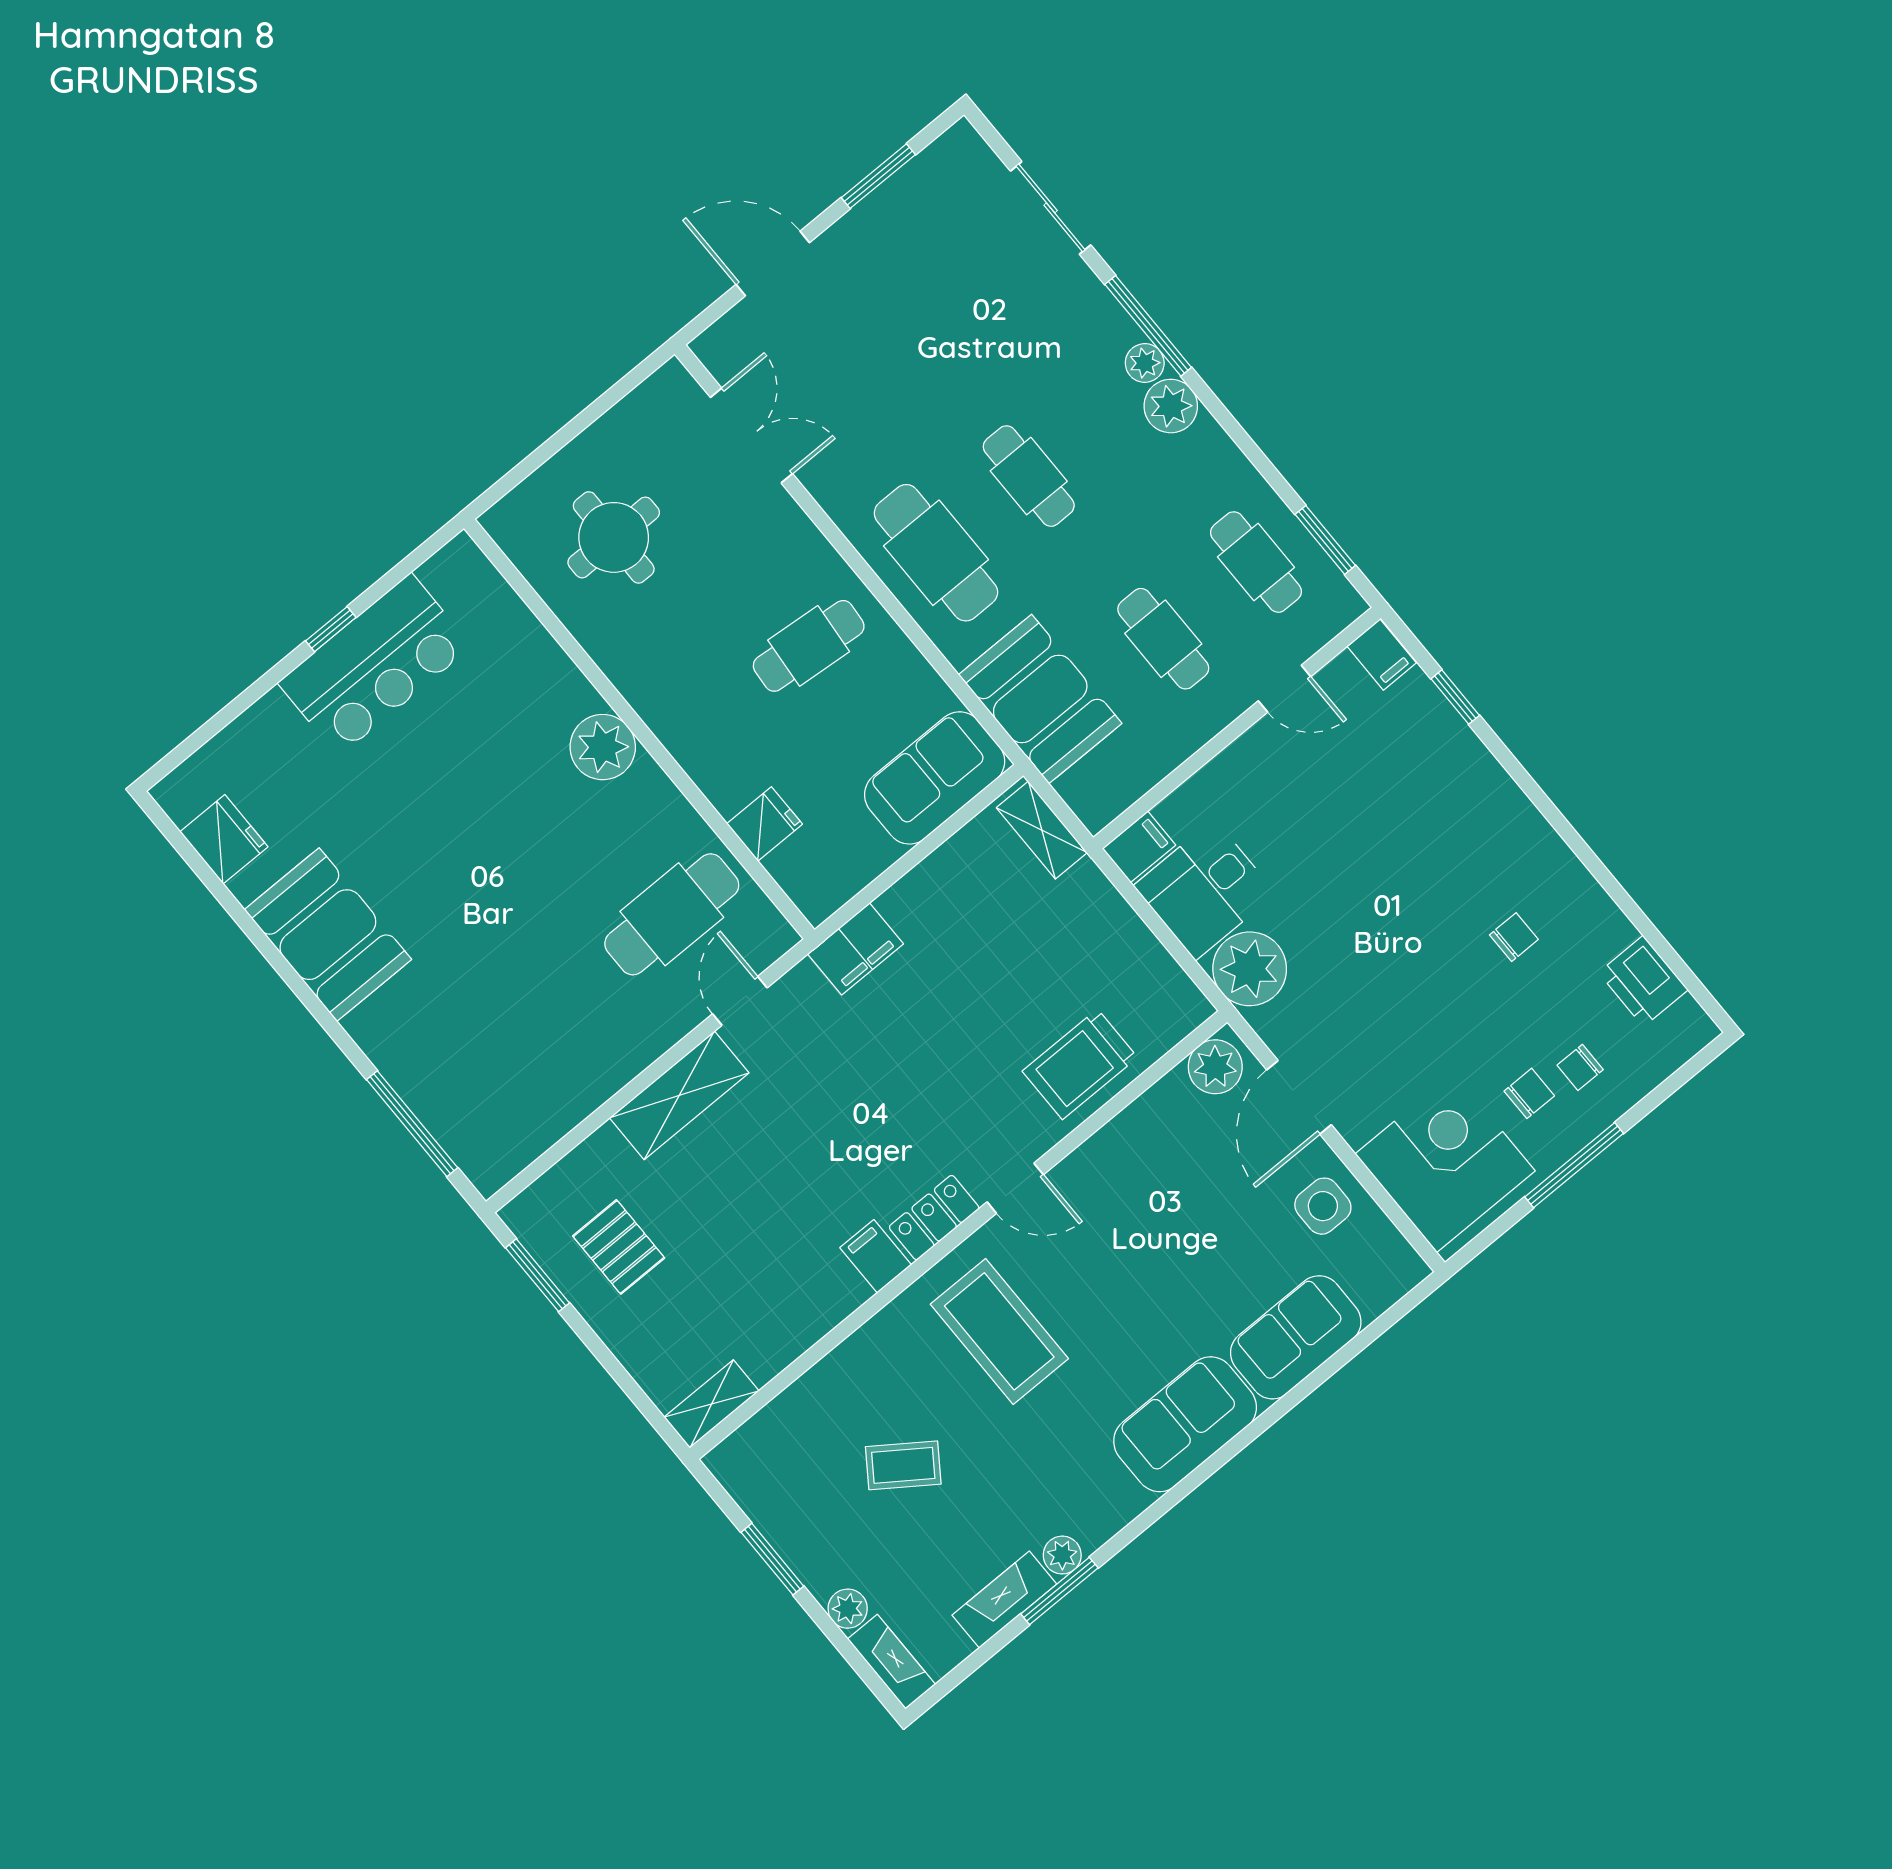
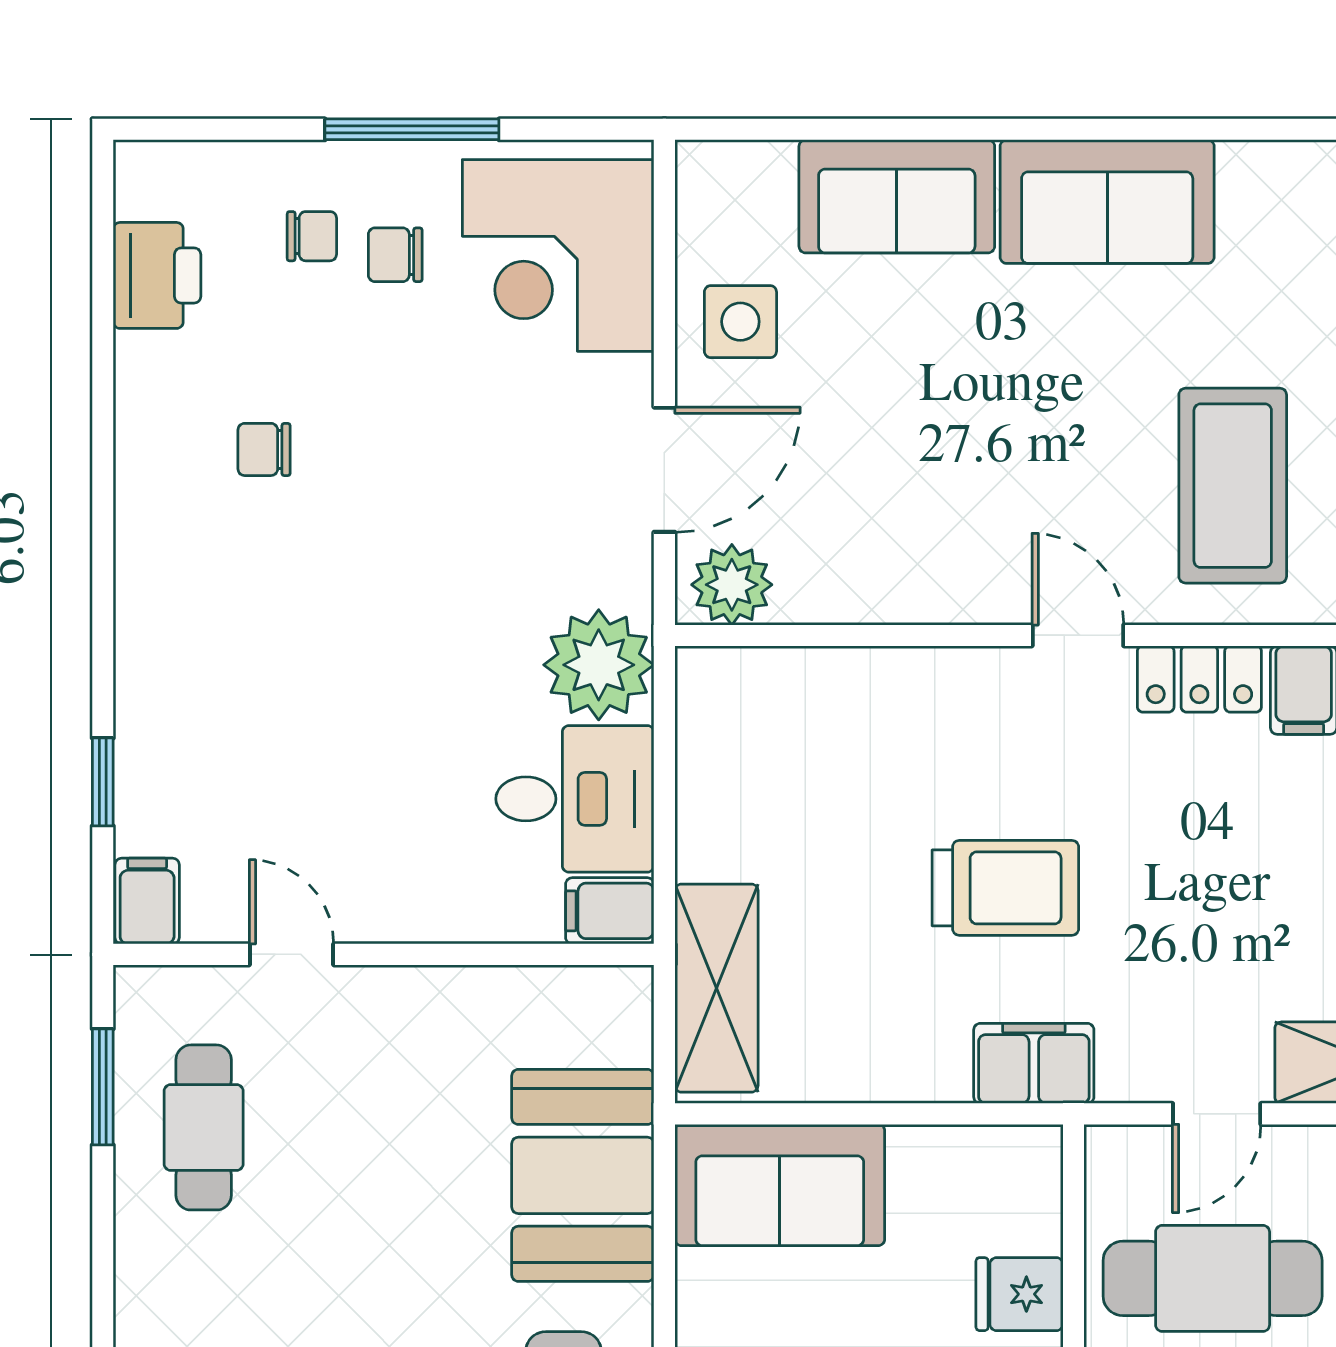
cafe table: (1163, 639) -> (384, 1127), removed
shelving: (1042, 830) -> (716, 988), width x1.50, depth x1.33
trolley: (1080, 1064) -> (1005, 888), moved

